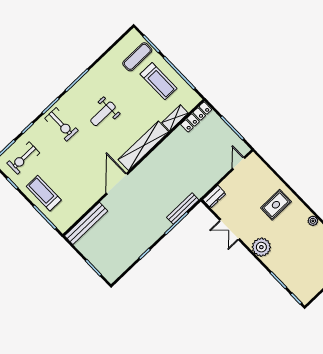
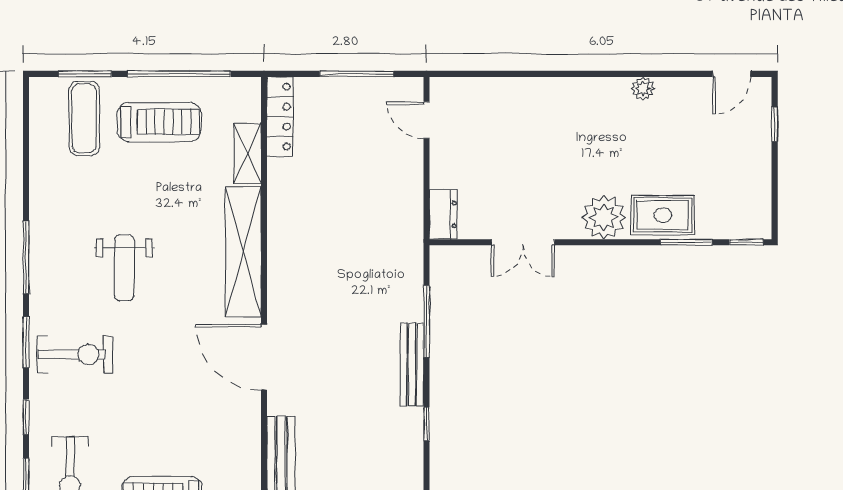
rug: (276, 205) -> (663, 215), moved, turned 90
bench: (183, 209) -> (412, 364), moved

